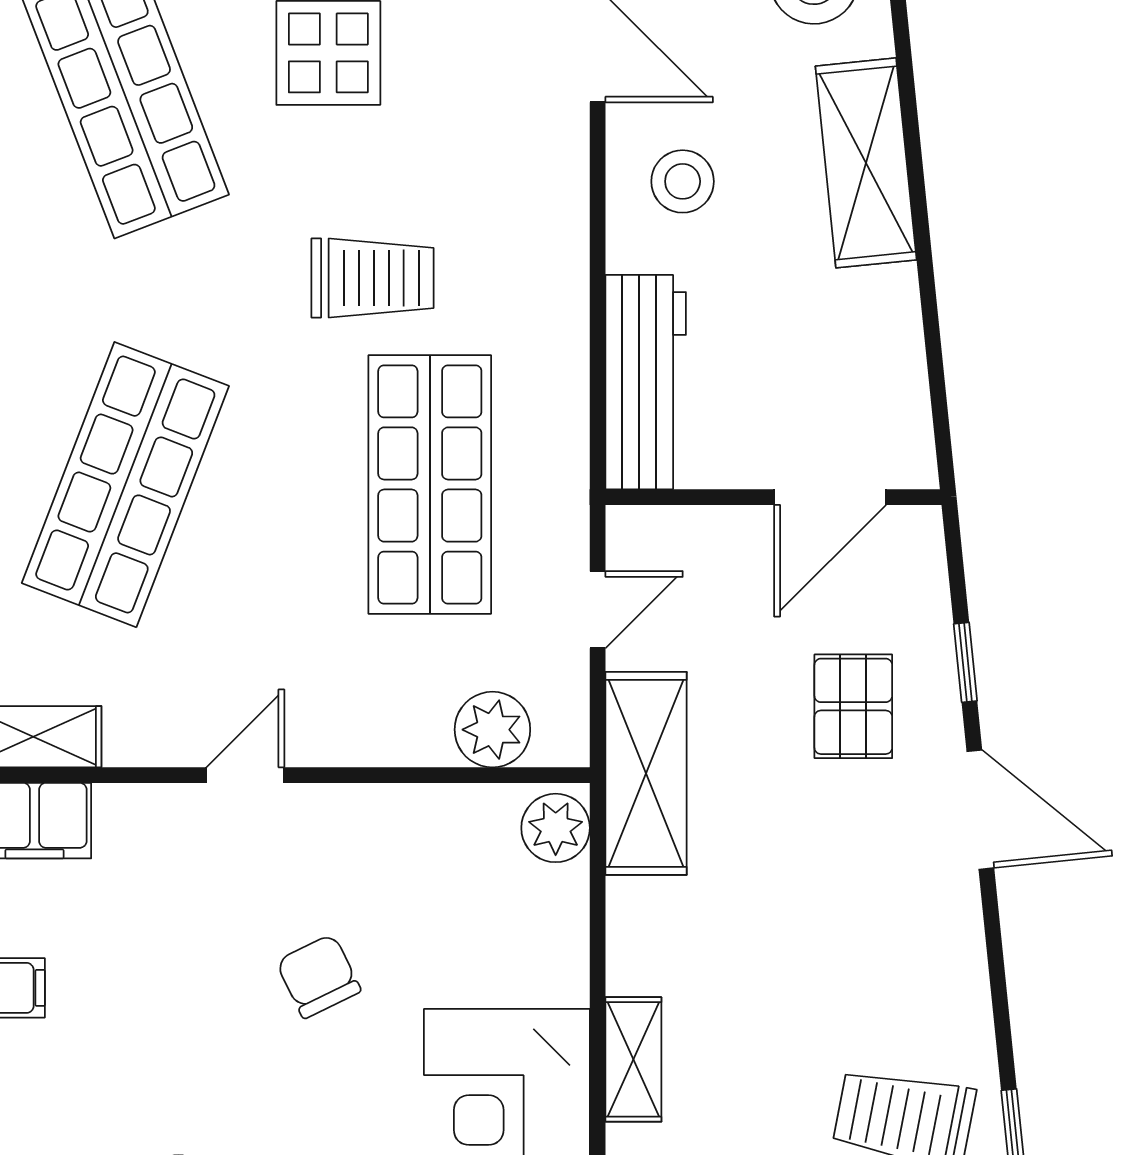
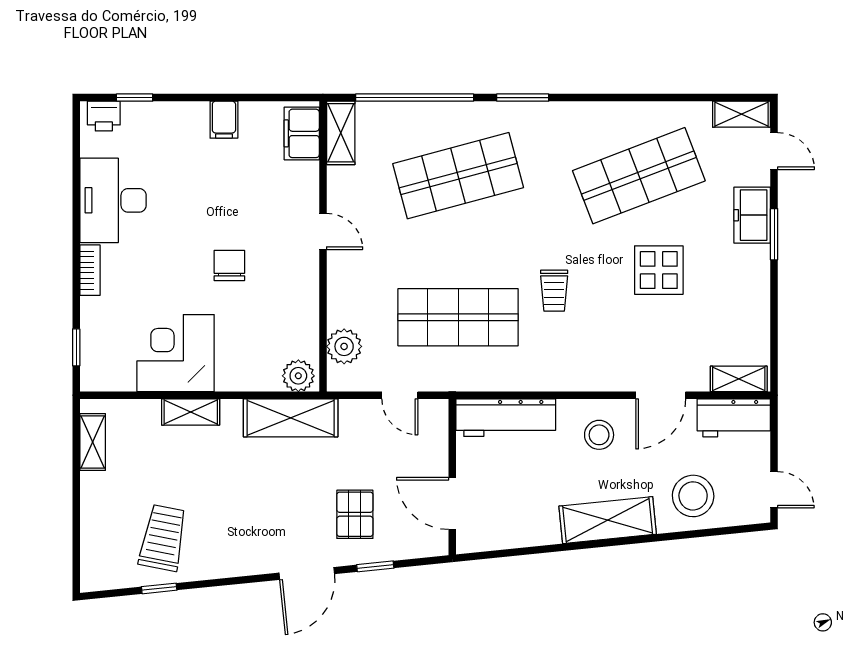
trolley: (373, 278) -> (554, 291), width x0.73, depth x0.72
shop shelf: (125, 485) -> (458, 176), turned -36
pallet: (853, 706) -> (355, 514), turned 90
shelving: (646, 773) -> (291, 418), moved
chair: (318, 976) -> (229, 265), turned -64

